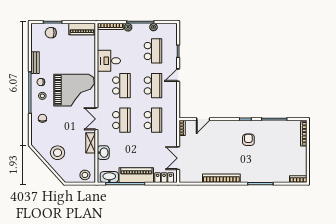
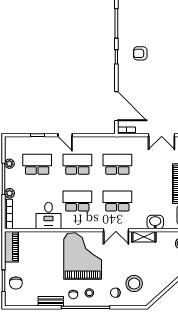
door: (203, 119) -> (116, 106), width x1.88
stool: (58, 153) -> (134, 284), moved

